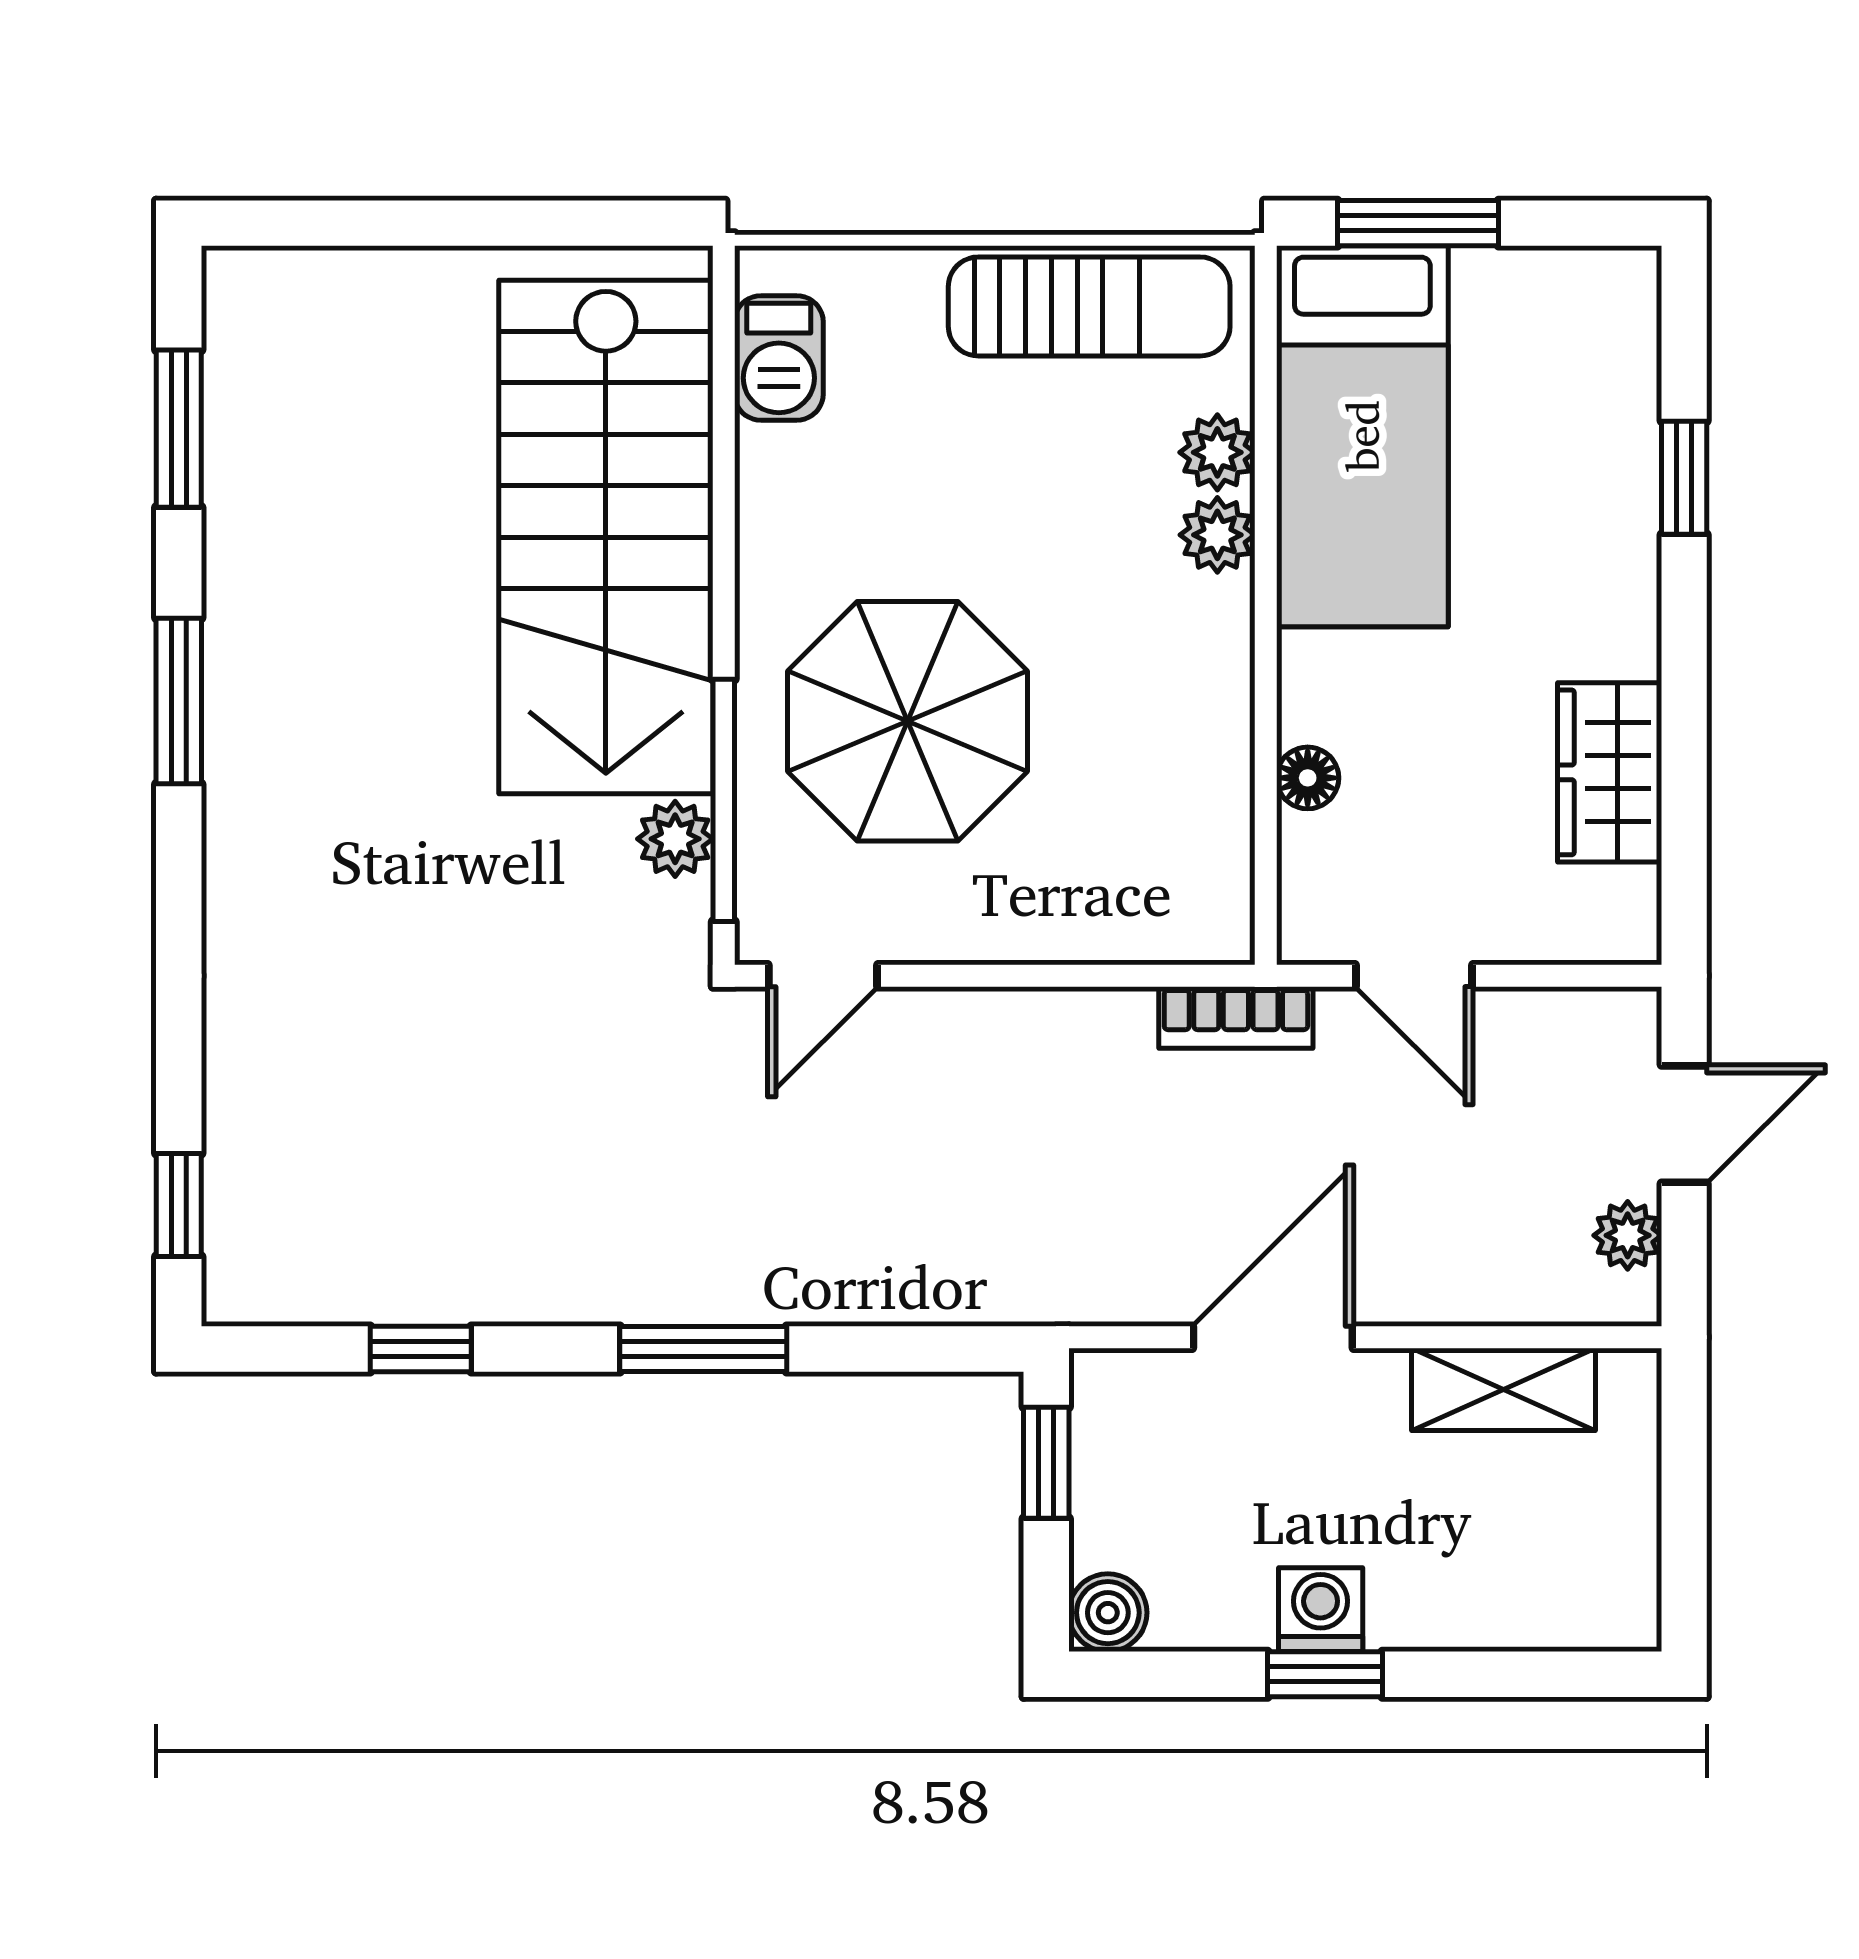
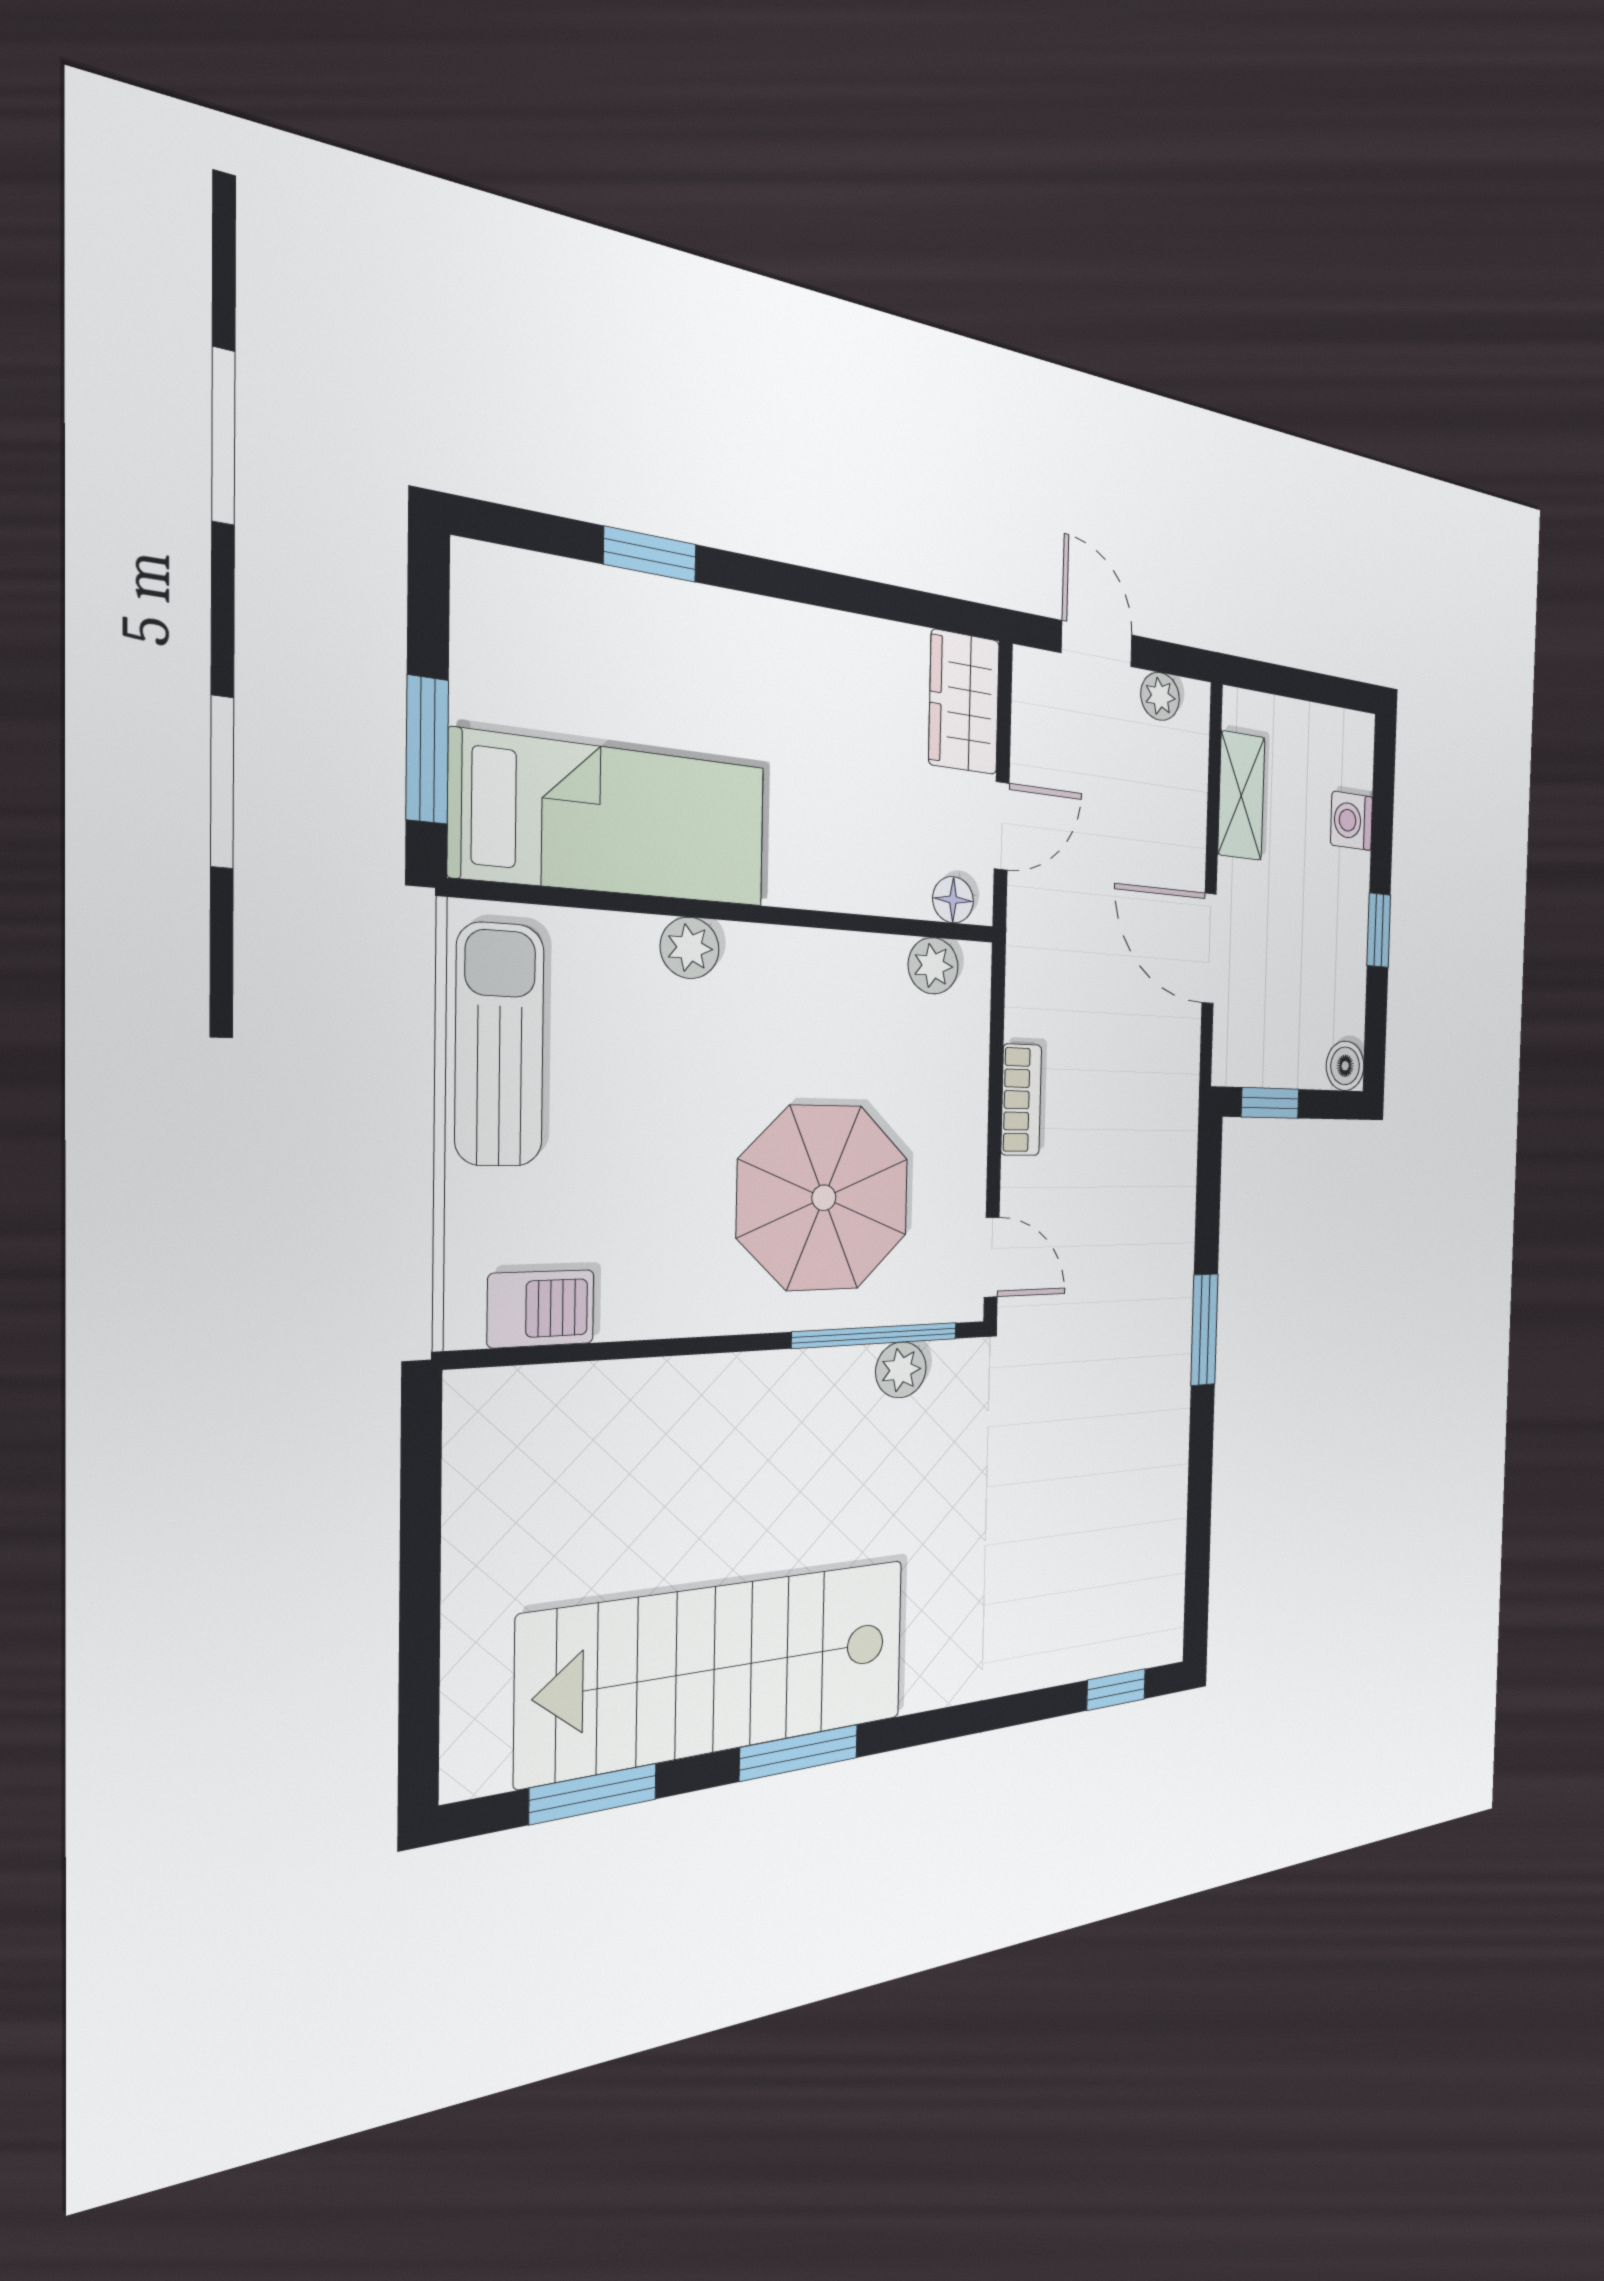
plant: (1217, 452) -> (933, 966), moved
stairs: (606, 537) -> (719, 1669), moved, turned 180
wardrobe: (1610, 772) -> (964, 702), moved, turned 90
floor lamp: (1308, 778) -> (953, 900), moved
bookcase: (1236, 1017) -> (1021, 1100), moved
window: (421, 1349) -> (1199, 1516), removed
washing machine: (1321, 1610) -> (1352, 821), moved

